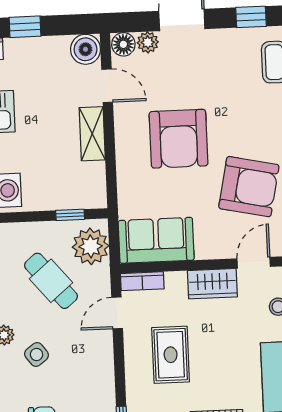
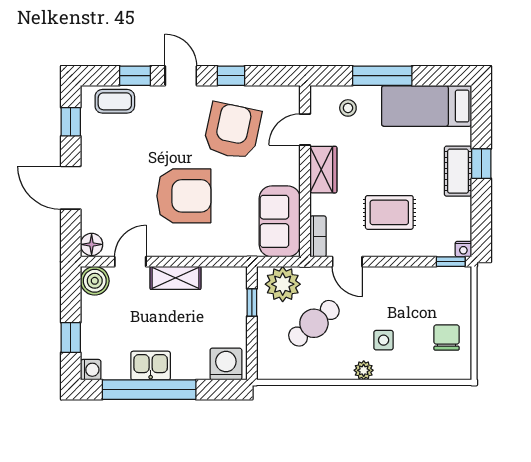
plant: (148, 42) -> (91, 221), removed
door: (254, 263) -> (305, 129), hinge flipped
side table: (37, 354) -> (384, 340), turned 37

